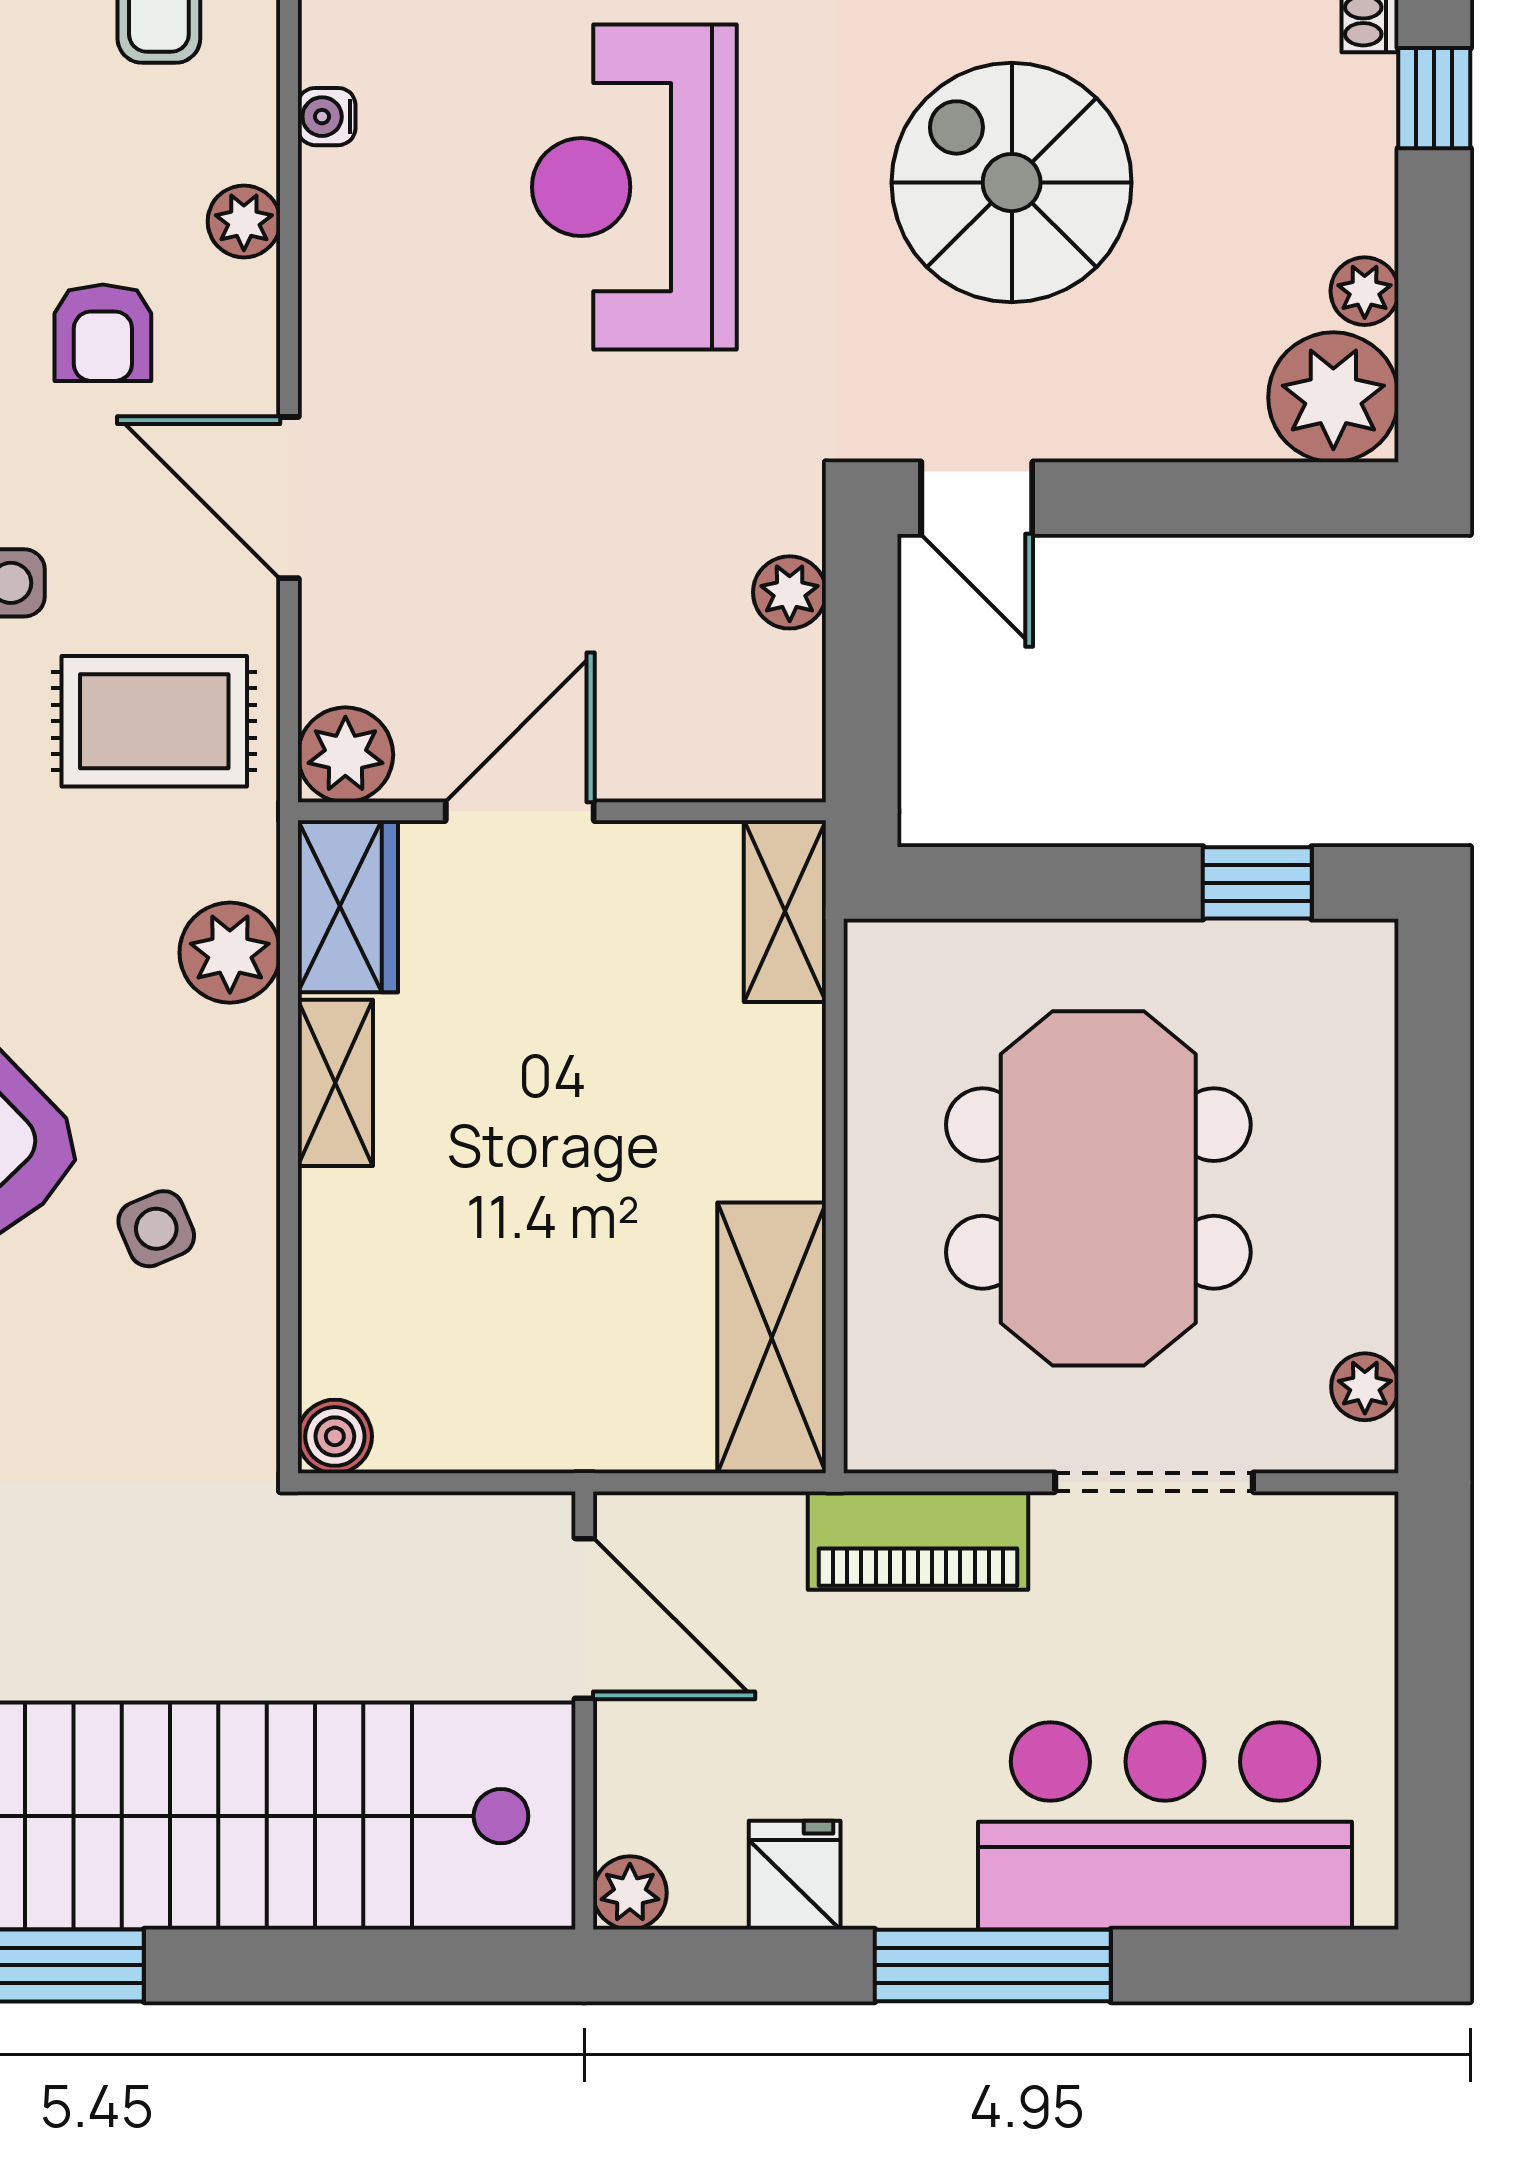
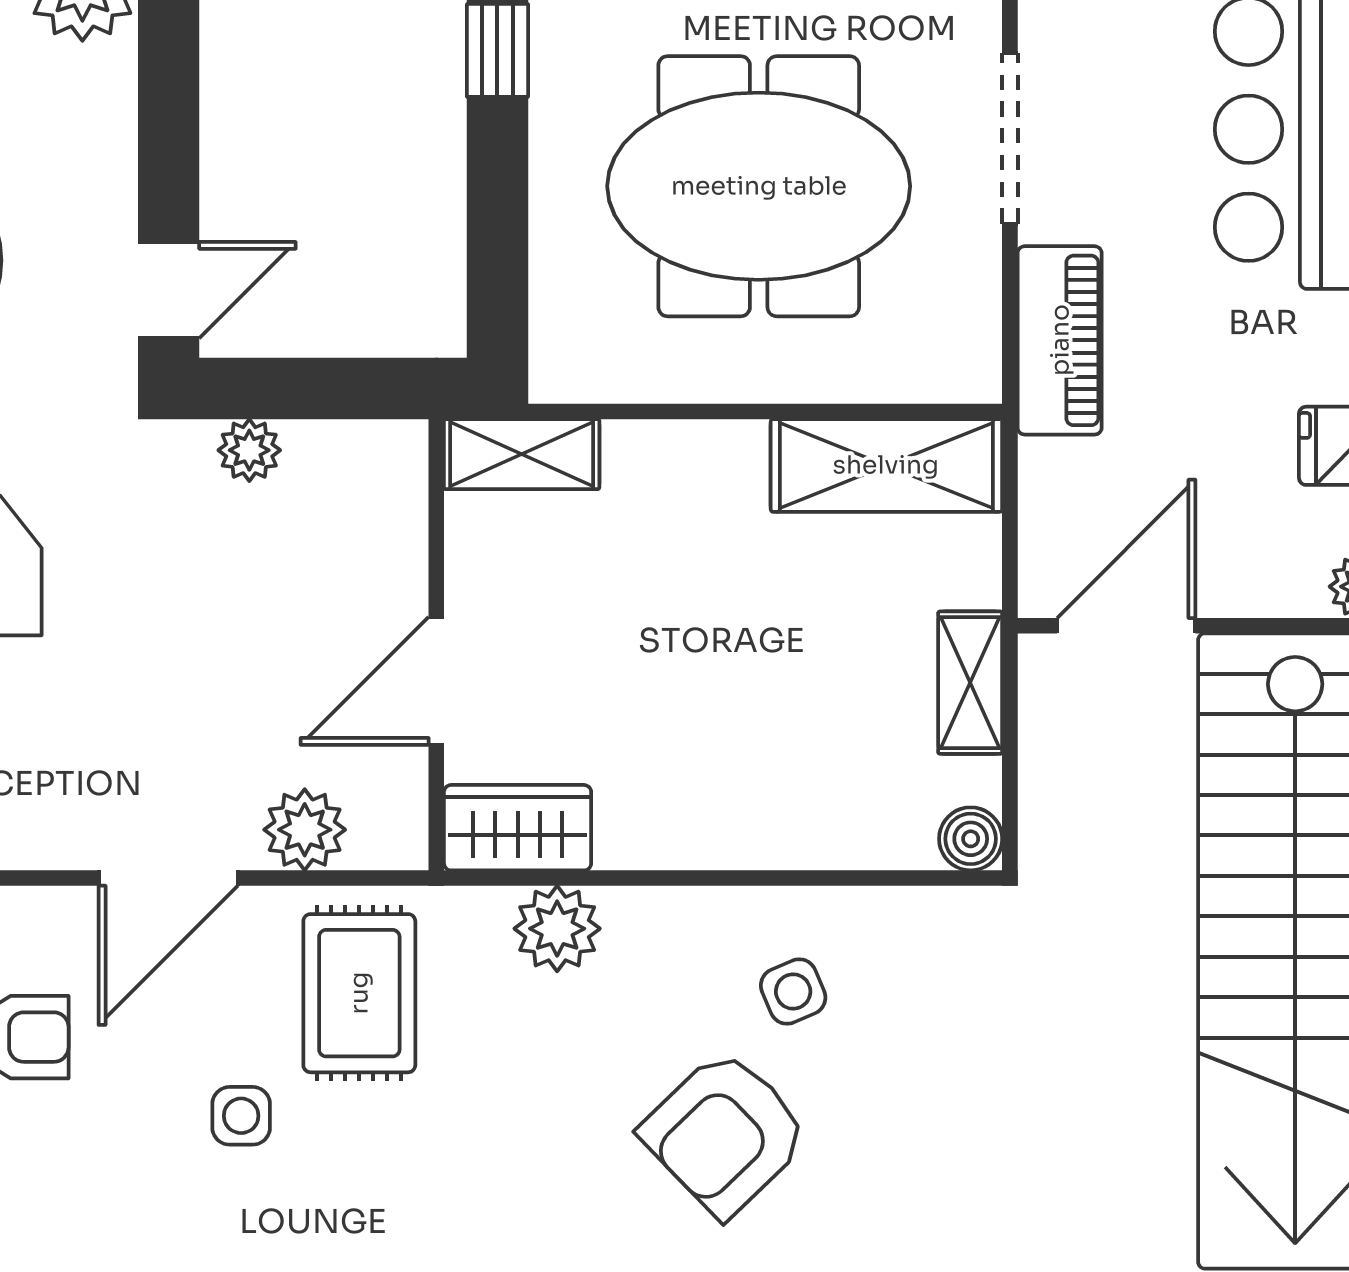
plant: (345, 755) -> (305, 830), moved
door: (520, 811) -> (436, 681), hinge flipped
shelving: (335, 1083) -> (970, 683), moved, turned 90

